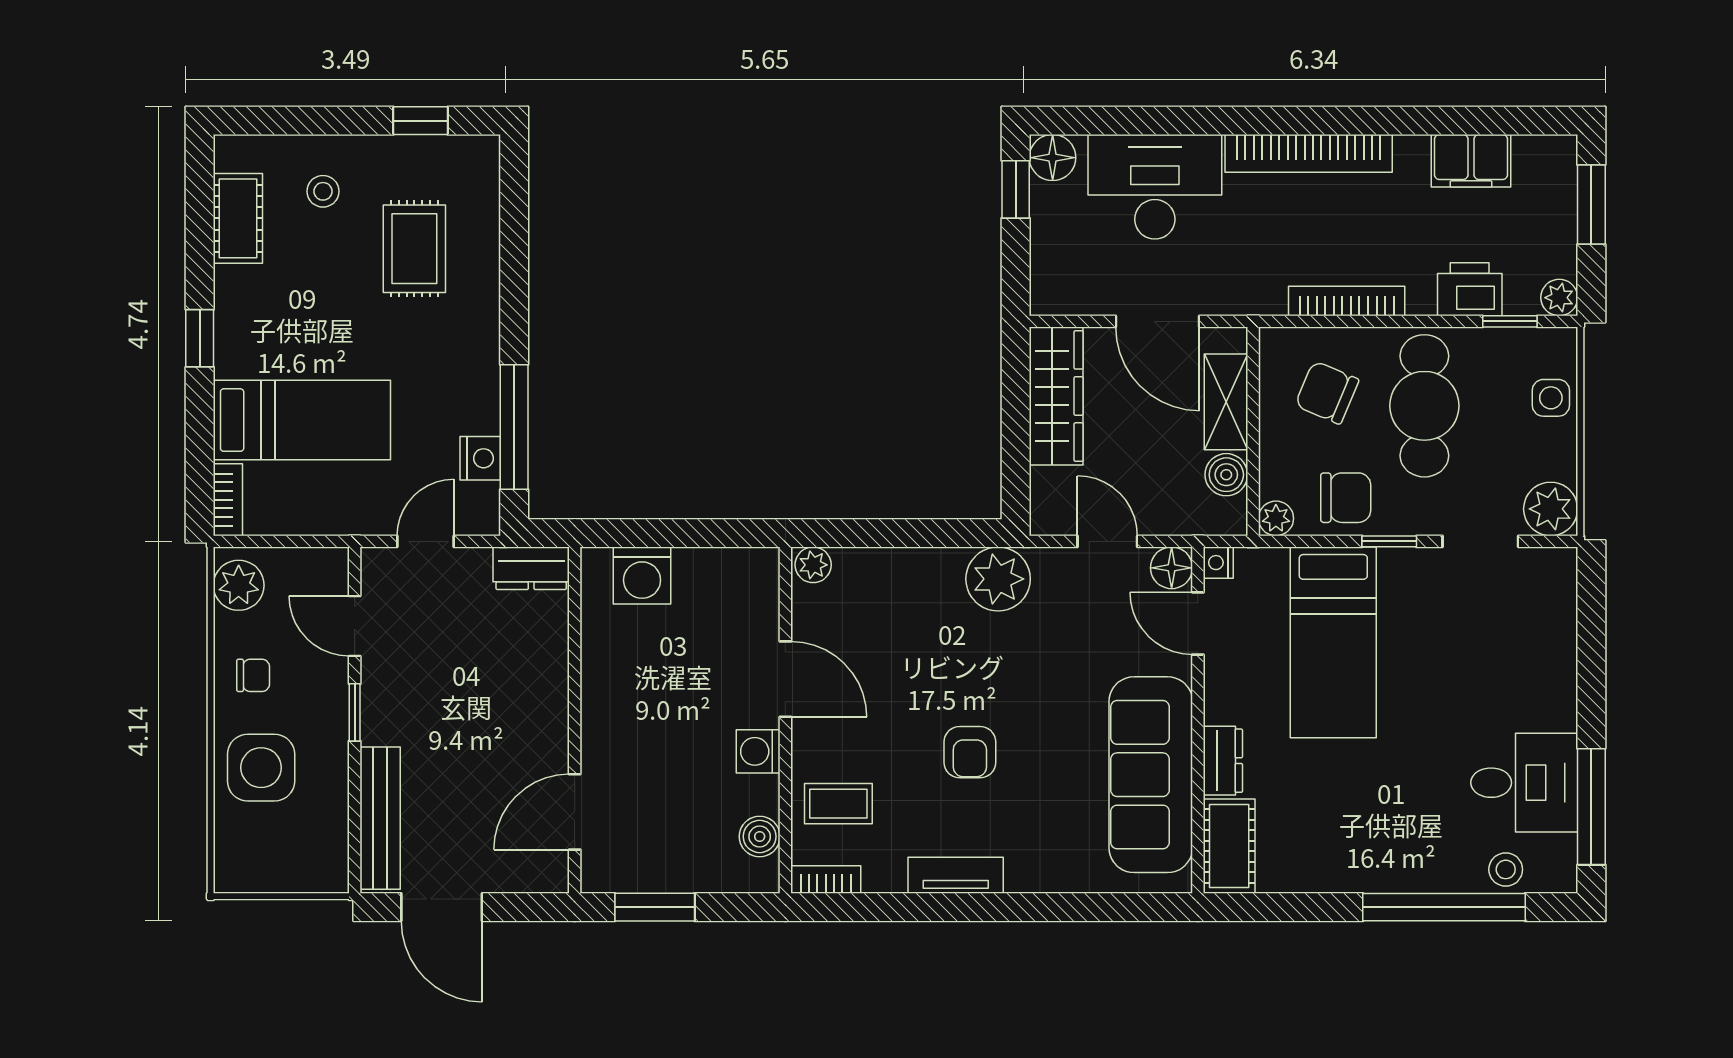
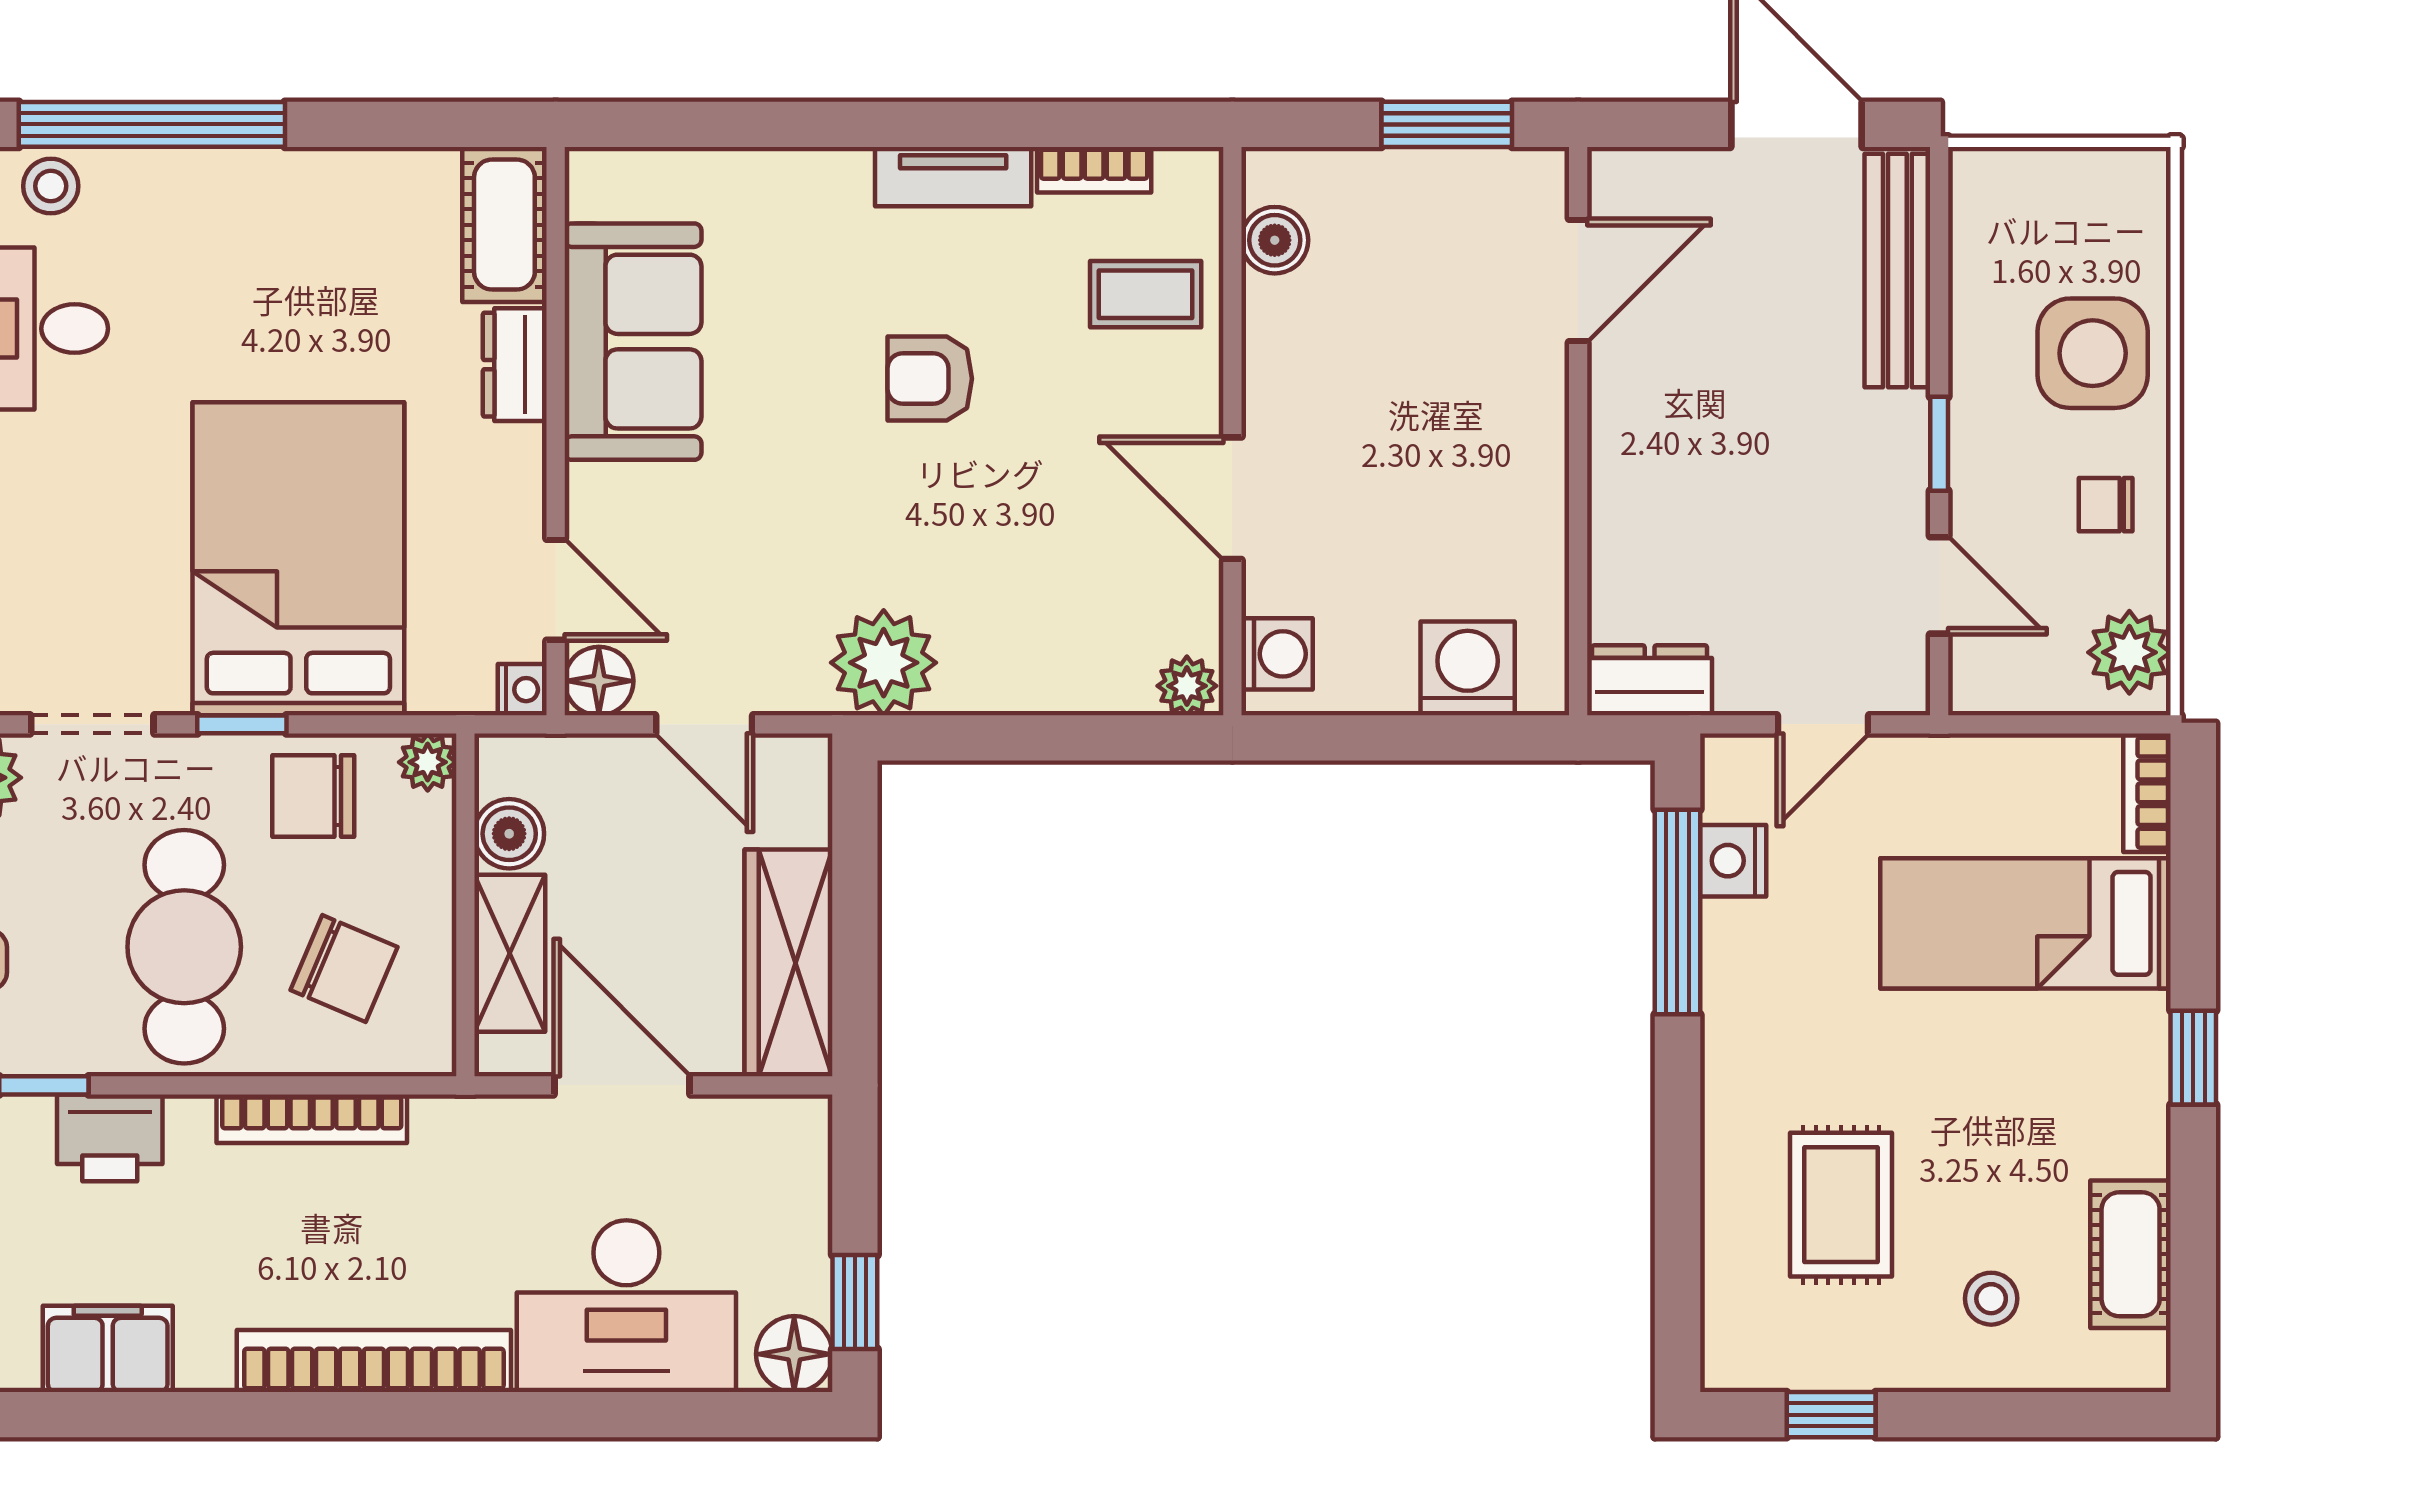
bed: (1333, 642) -> (298, 559), width x1.50
washing machine: (758, 751) -> (1277, 654), moved
armchair: (970, 752) -> (930, 379), turned -90
sofa: (1151, 775) -> (633, 342), width x0.73
bookcase: (826, 879) -> (1094, 170), moved

